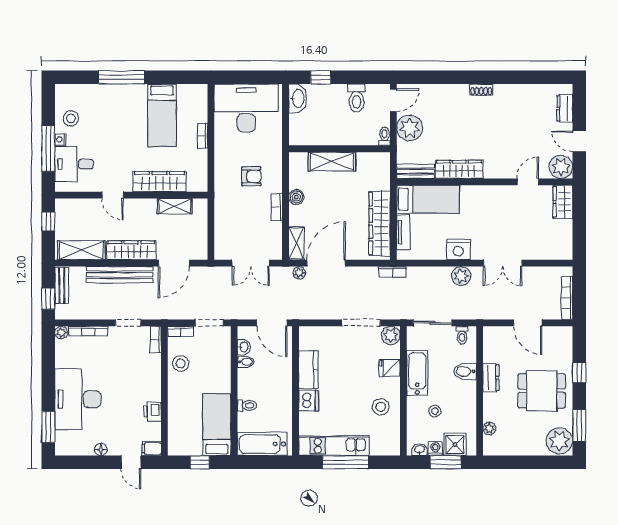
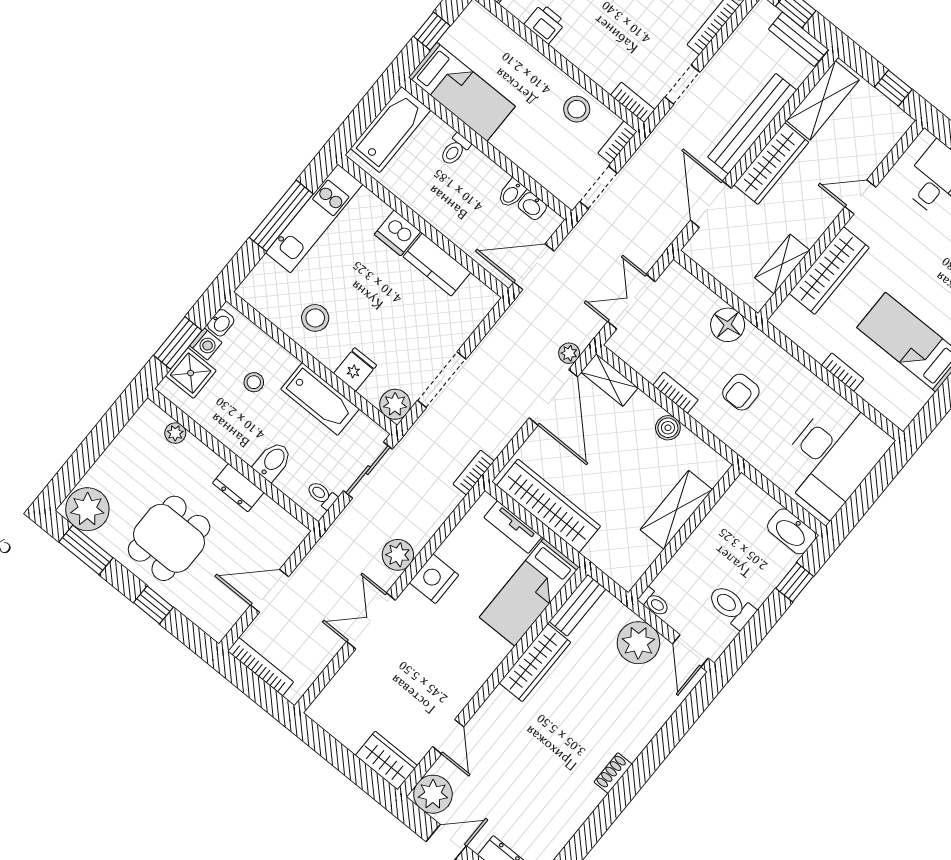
floor lamp: (225, 209) -> (728, 325), added

